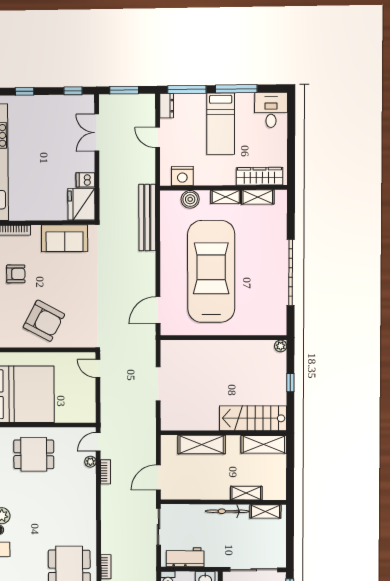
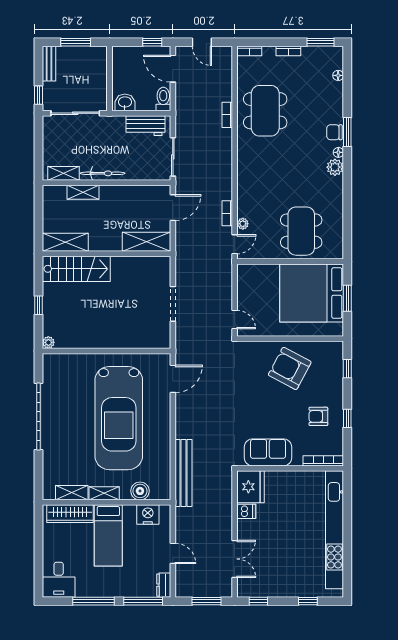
bed: (221, 124) -> (108, 535), moved, turned 180
shelving: (202, 445) -> (146, 242), moved
dining table: (34, 454) -> (301, 231), width x1.38

